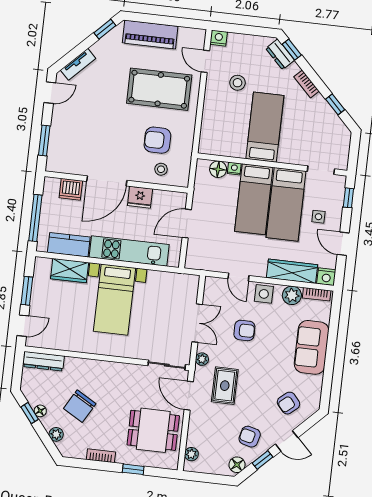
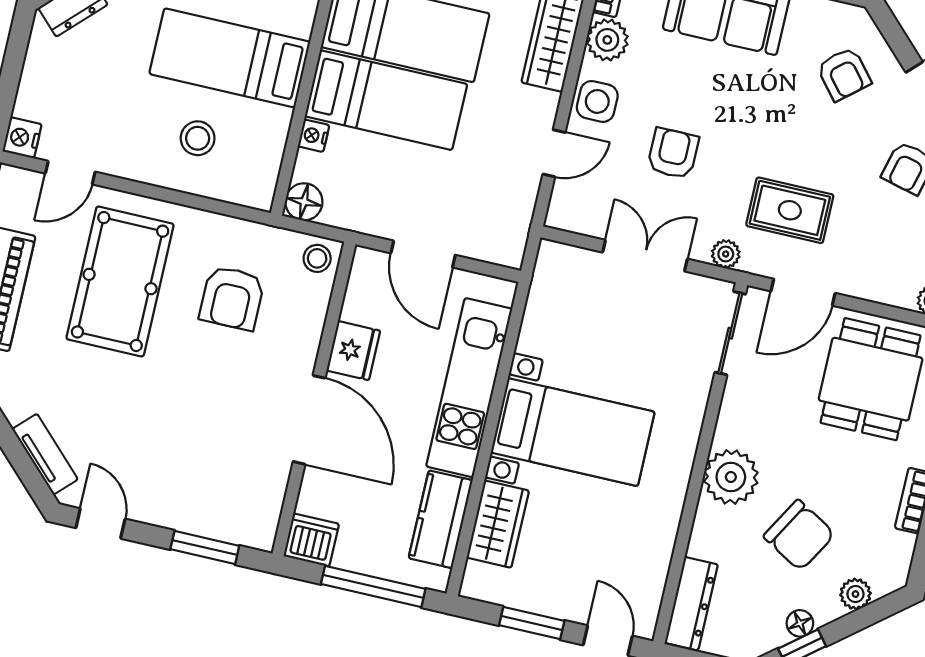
stool: (238, 83) -> (198, 138), moved
stool: (161, 169) -> (317, 258), moved
floor lamp: (218, 169) -> (304, 202), moved
dishwasher: (71, 189) -> (311, 540), moved, turned -90
plant: (102, 373) -> (731, 477), added

